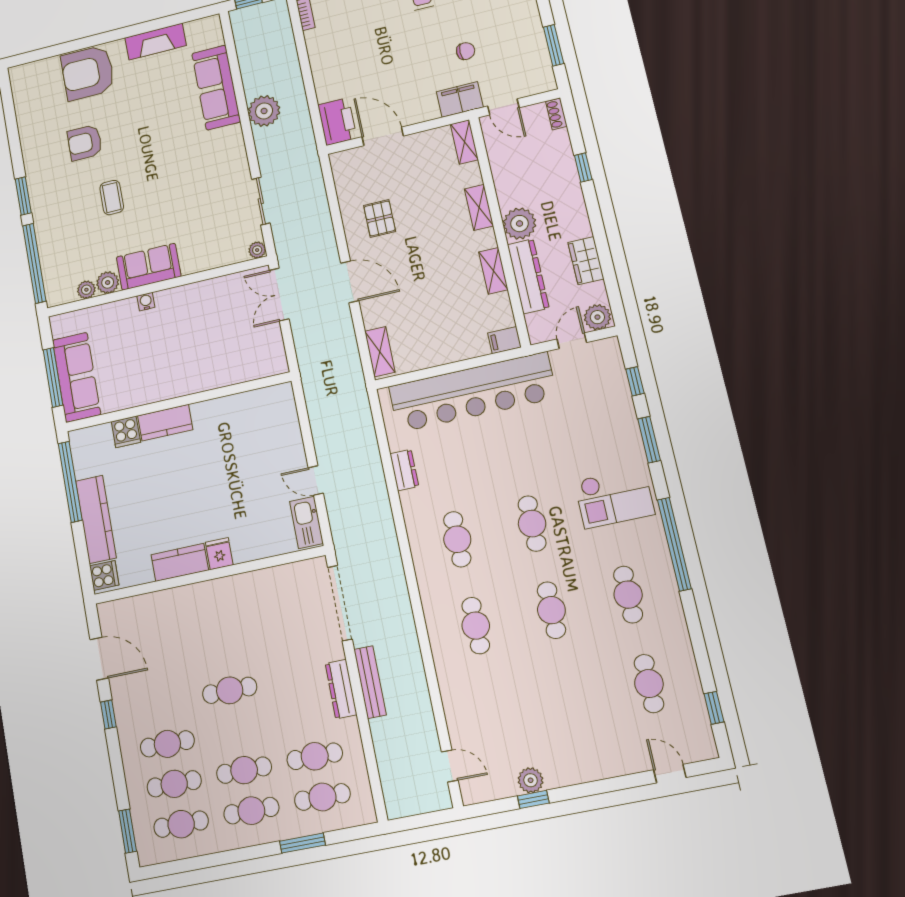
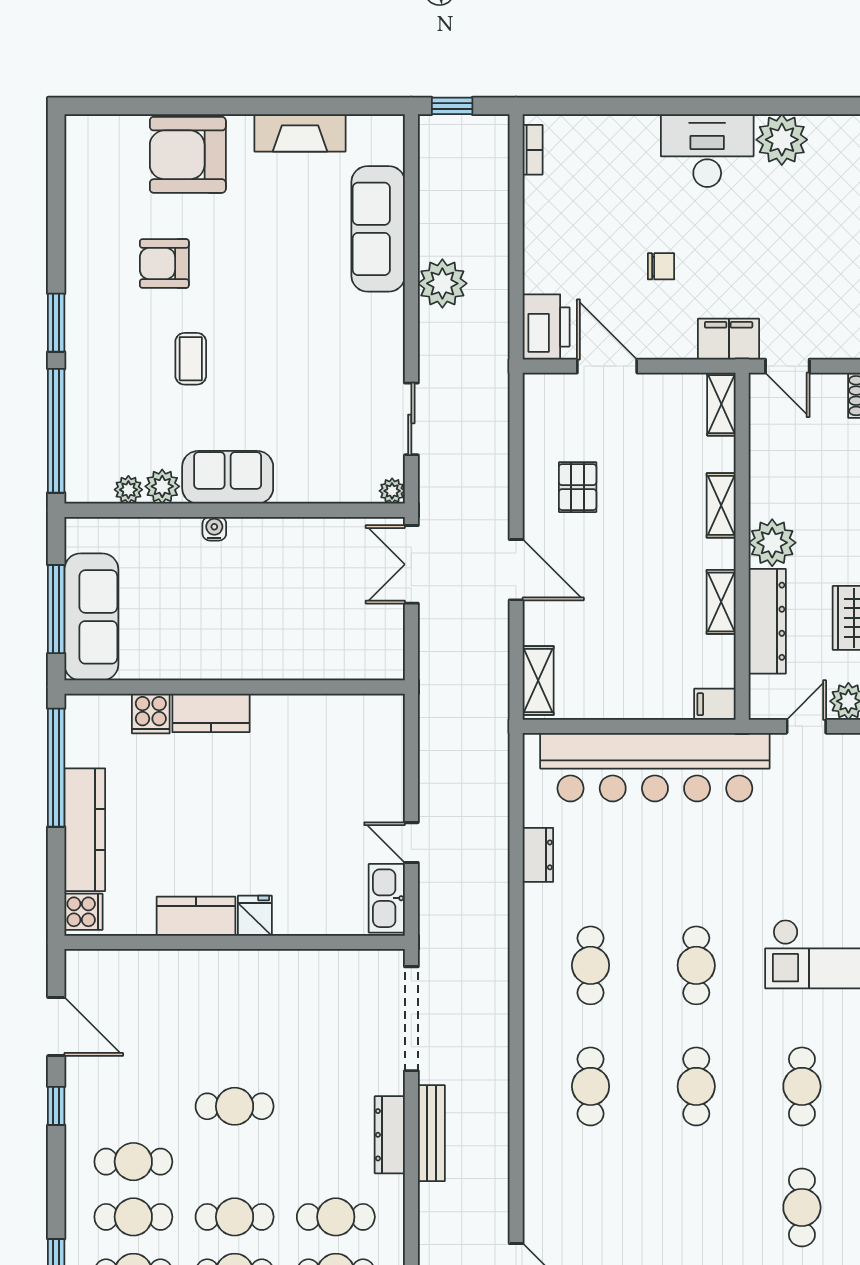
chair: (466, 51) -> (661, 266), moved

